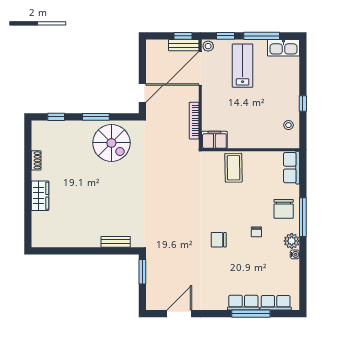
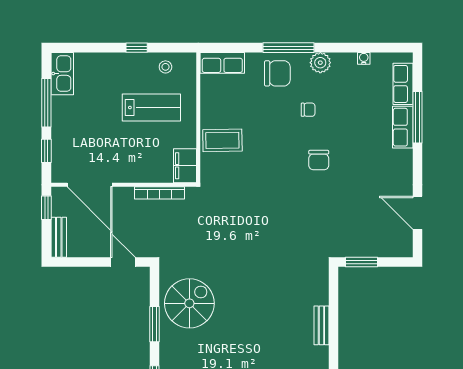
bench: (184, 45) -> (59, 237), moved
stool: (208, 46) -> (60, 174), removed
lab bench: (243, 66) -> (151, 108), moved, turned 180
bench: (116, 242) -> (321, 325), moved
water cooler: (295, 254) -> (364, 58), moved

